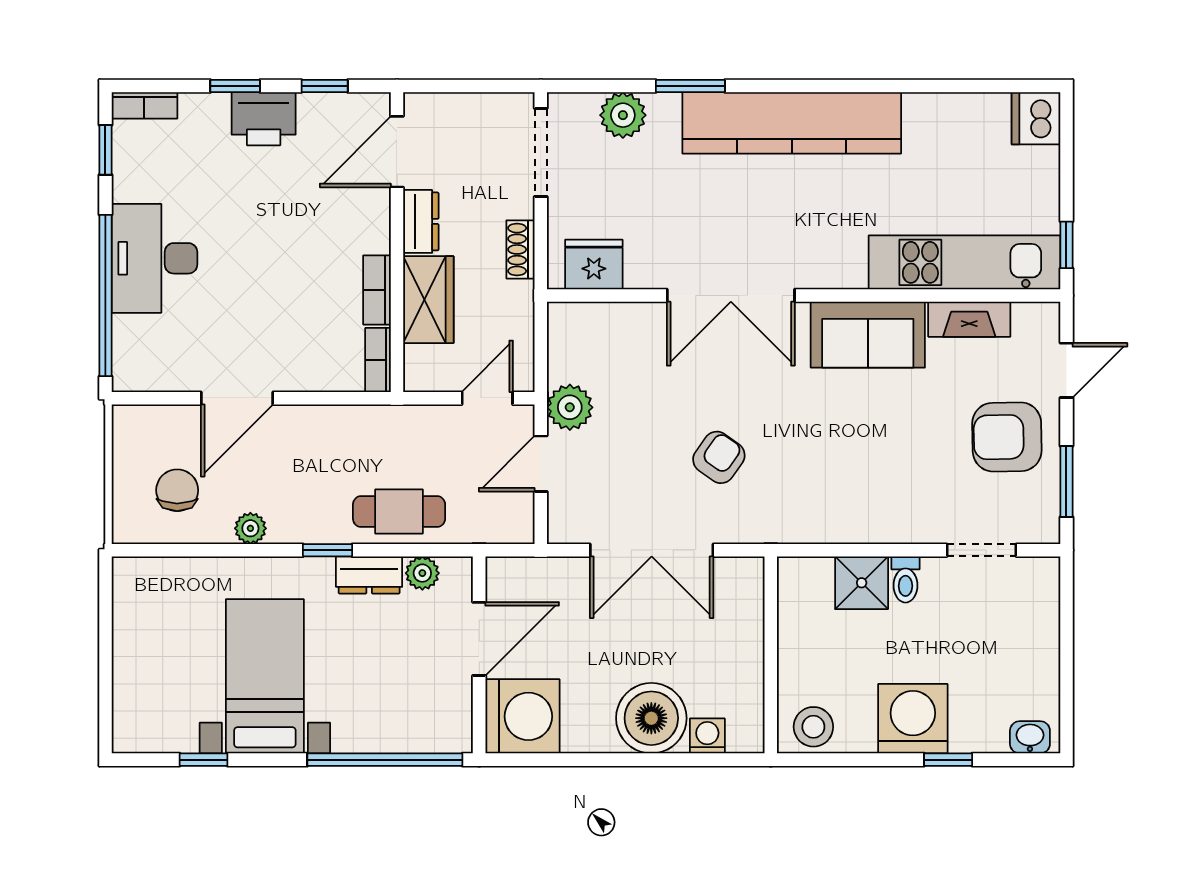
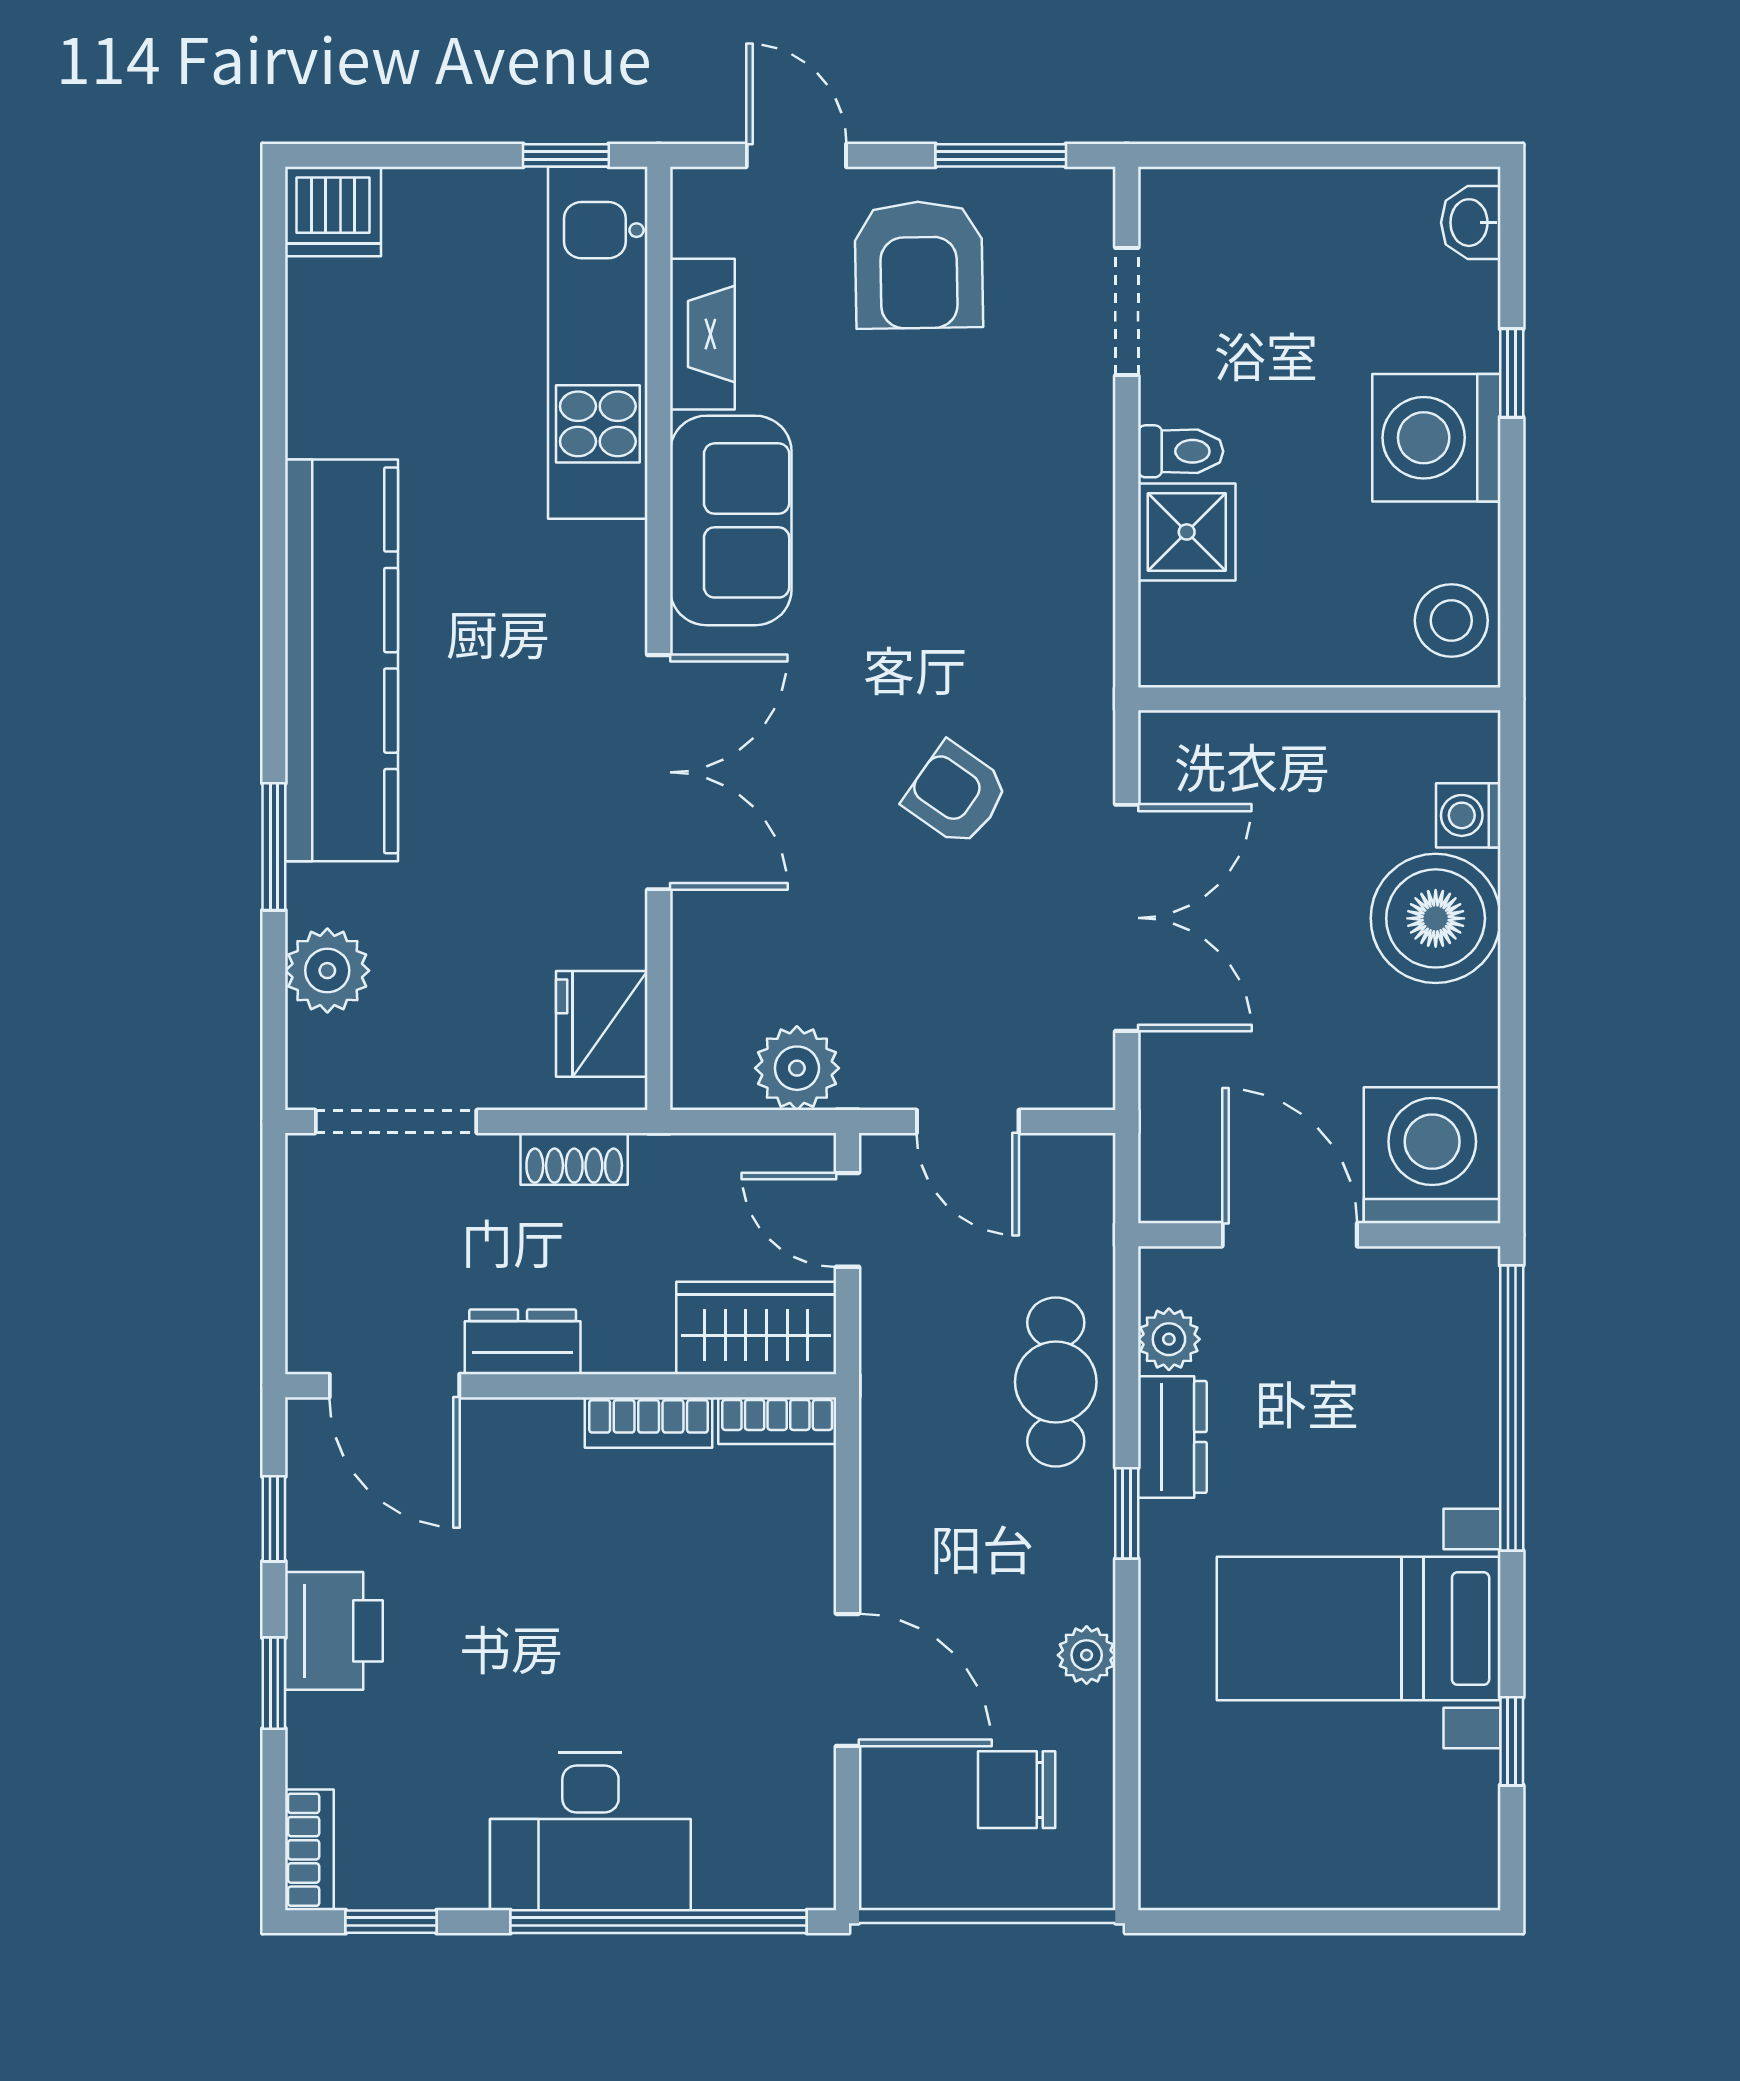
wardrobe: (428, 300) -> (756, 1328), moved
plant: (570, 407) -> (797, 1068), moved

